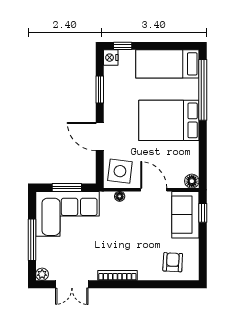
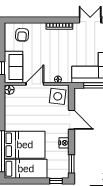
nightstand: (111, 58) -> (64, 143), moved
window: (100, 89) -> (71, 164), moved
bed: (169, 120) -> (25, 145), moved
door: (154, 190) -> (35, 84), swing flipped

